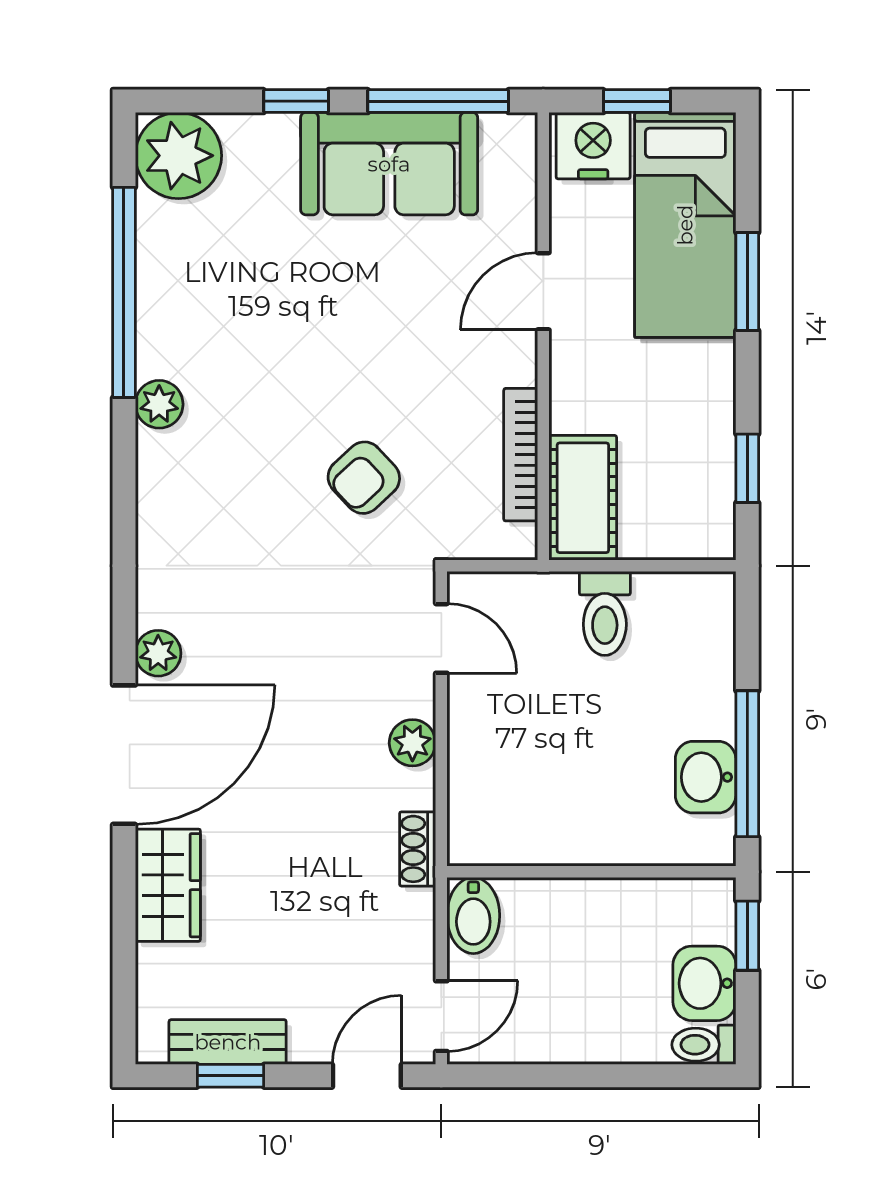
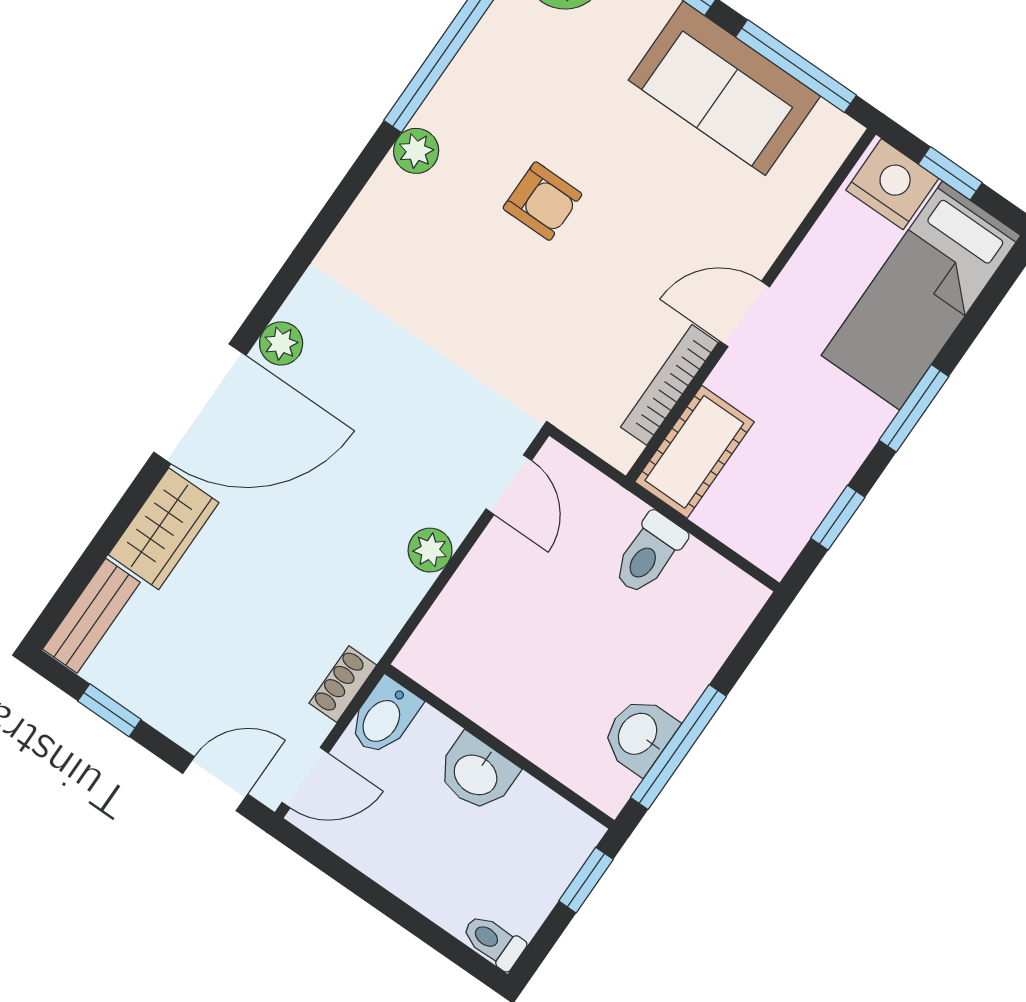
window: (747, 281) -> (914, 408), moved
door: (543, 291) -> (745, 314), moved
armchair: (364, 478) -> (542, 201), moved, turned -137
shoe rack: (418, 849) -> (343, 684), moved
washbasin: (704, 983) -> (477, 773), moved, turned -90
bench: (228, 1042) -> (91, 616), moved, turned 90

